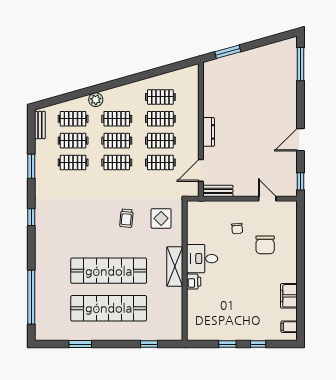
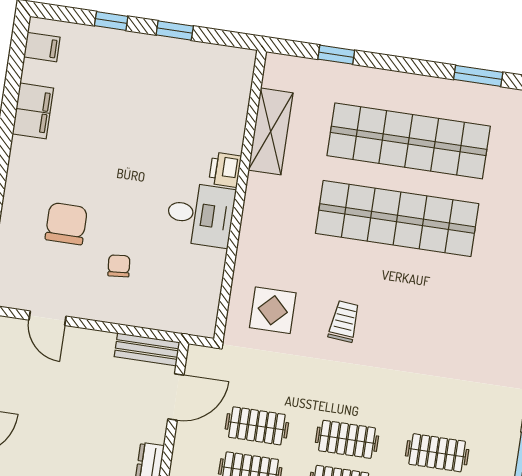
shelving: (175, 267) -> (271, 131), moved

